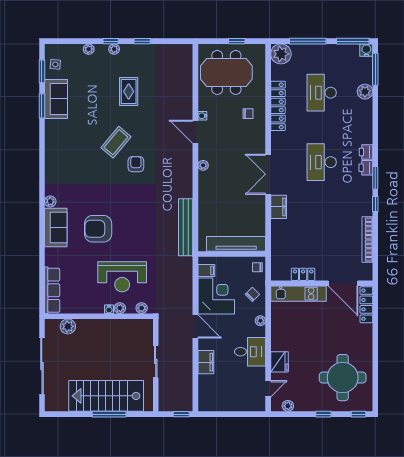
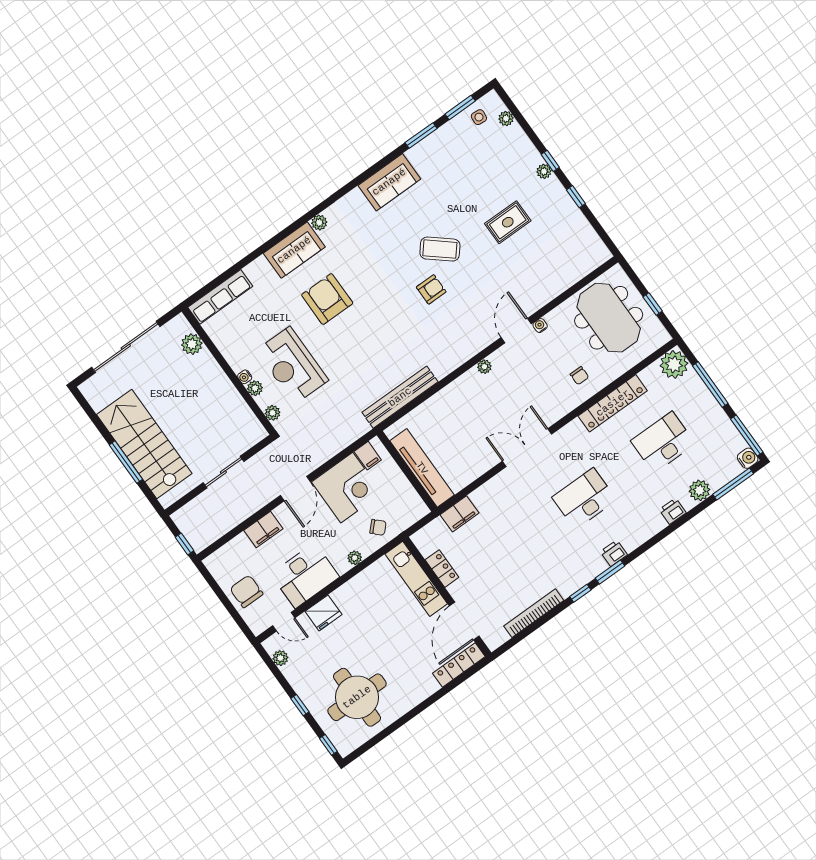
plant: (89, 49) -> (506, 118), moved
sofa: (56, 99) -> (389, 182), moved
printer: (366, 152) -> (673, 511), moved
filing cabinet: (279, 207) -> (460, 514), moved
chair: (257, 267) -> (246, 591), moved, width x1.87, depth x1.87
desk: (250, 352) -> (305, 576), width x1.37

